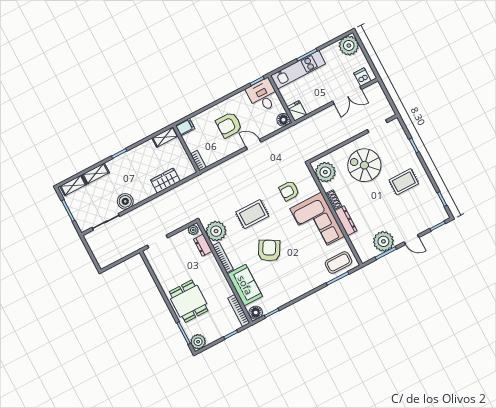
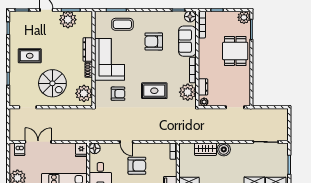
boiler: (125, 201) -> (224, 149), moved
armchair: (269, 251) -> (154, 41), moved, turned 61
coffee table: (338, 262) -> (122, 24), moved

